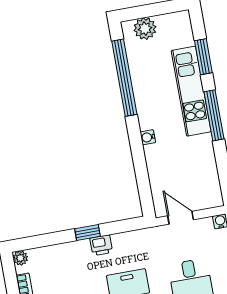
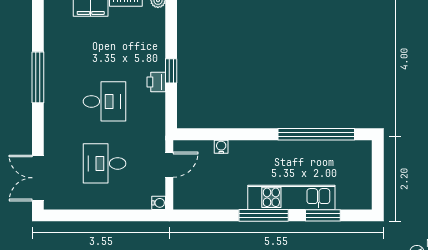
plant: (145, 29) -> (361, 163), removed
water cooler: (148, 137) -> (221, 147), moved

